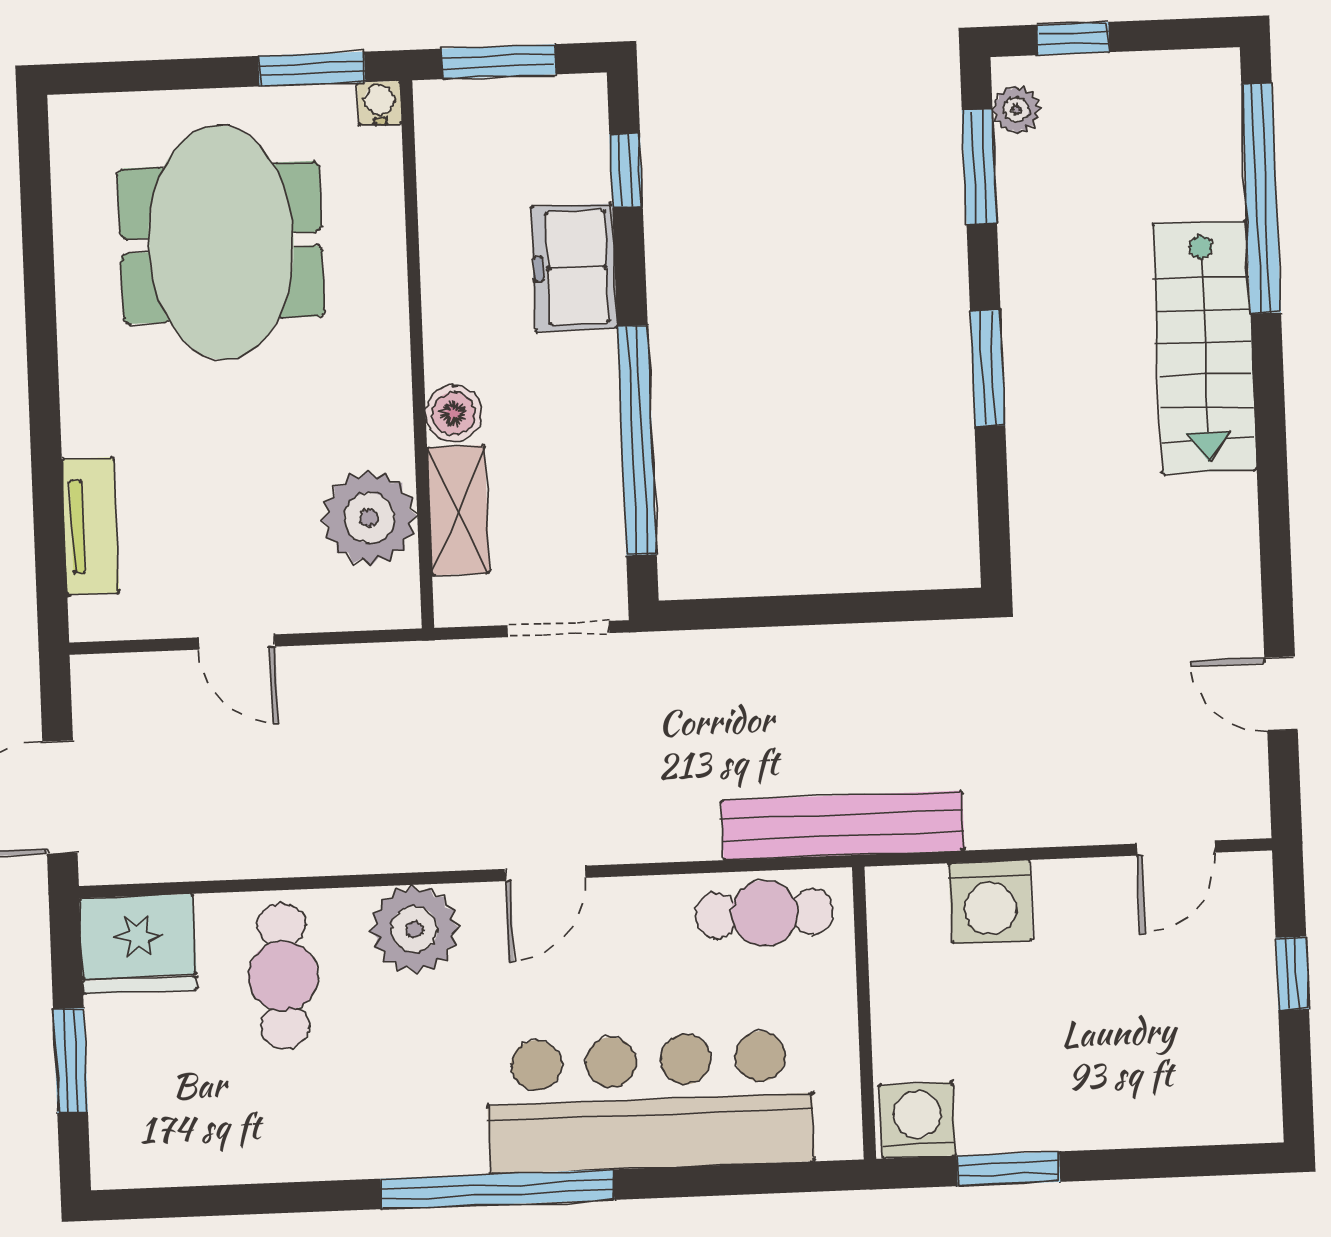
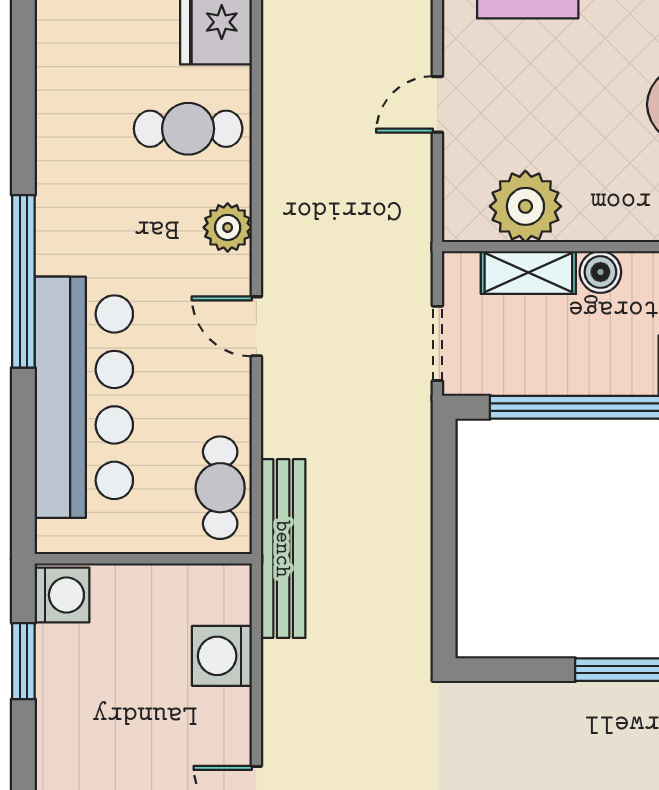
plant: (414, 929) -> (228, 227), width x0.73, depth x0.73

